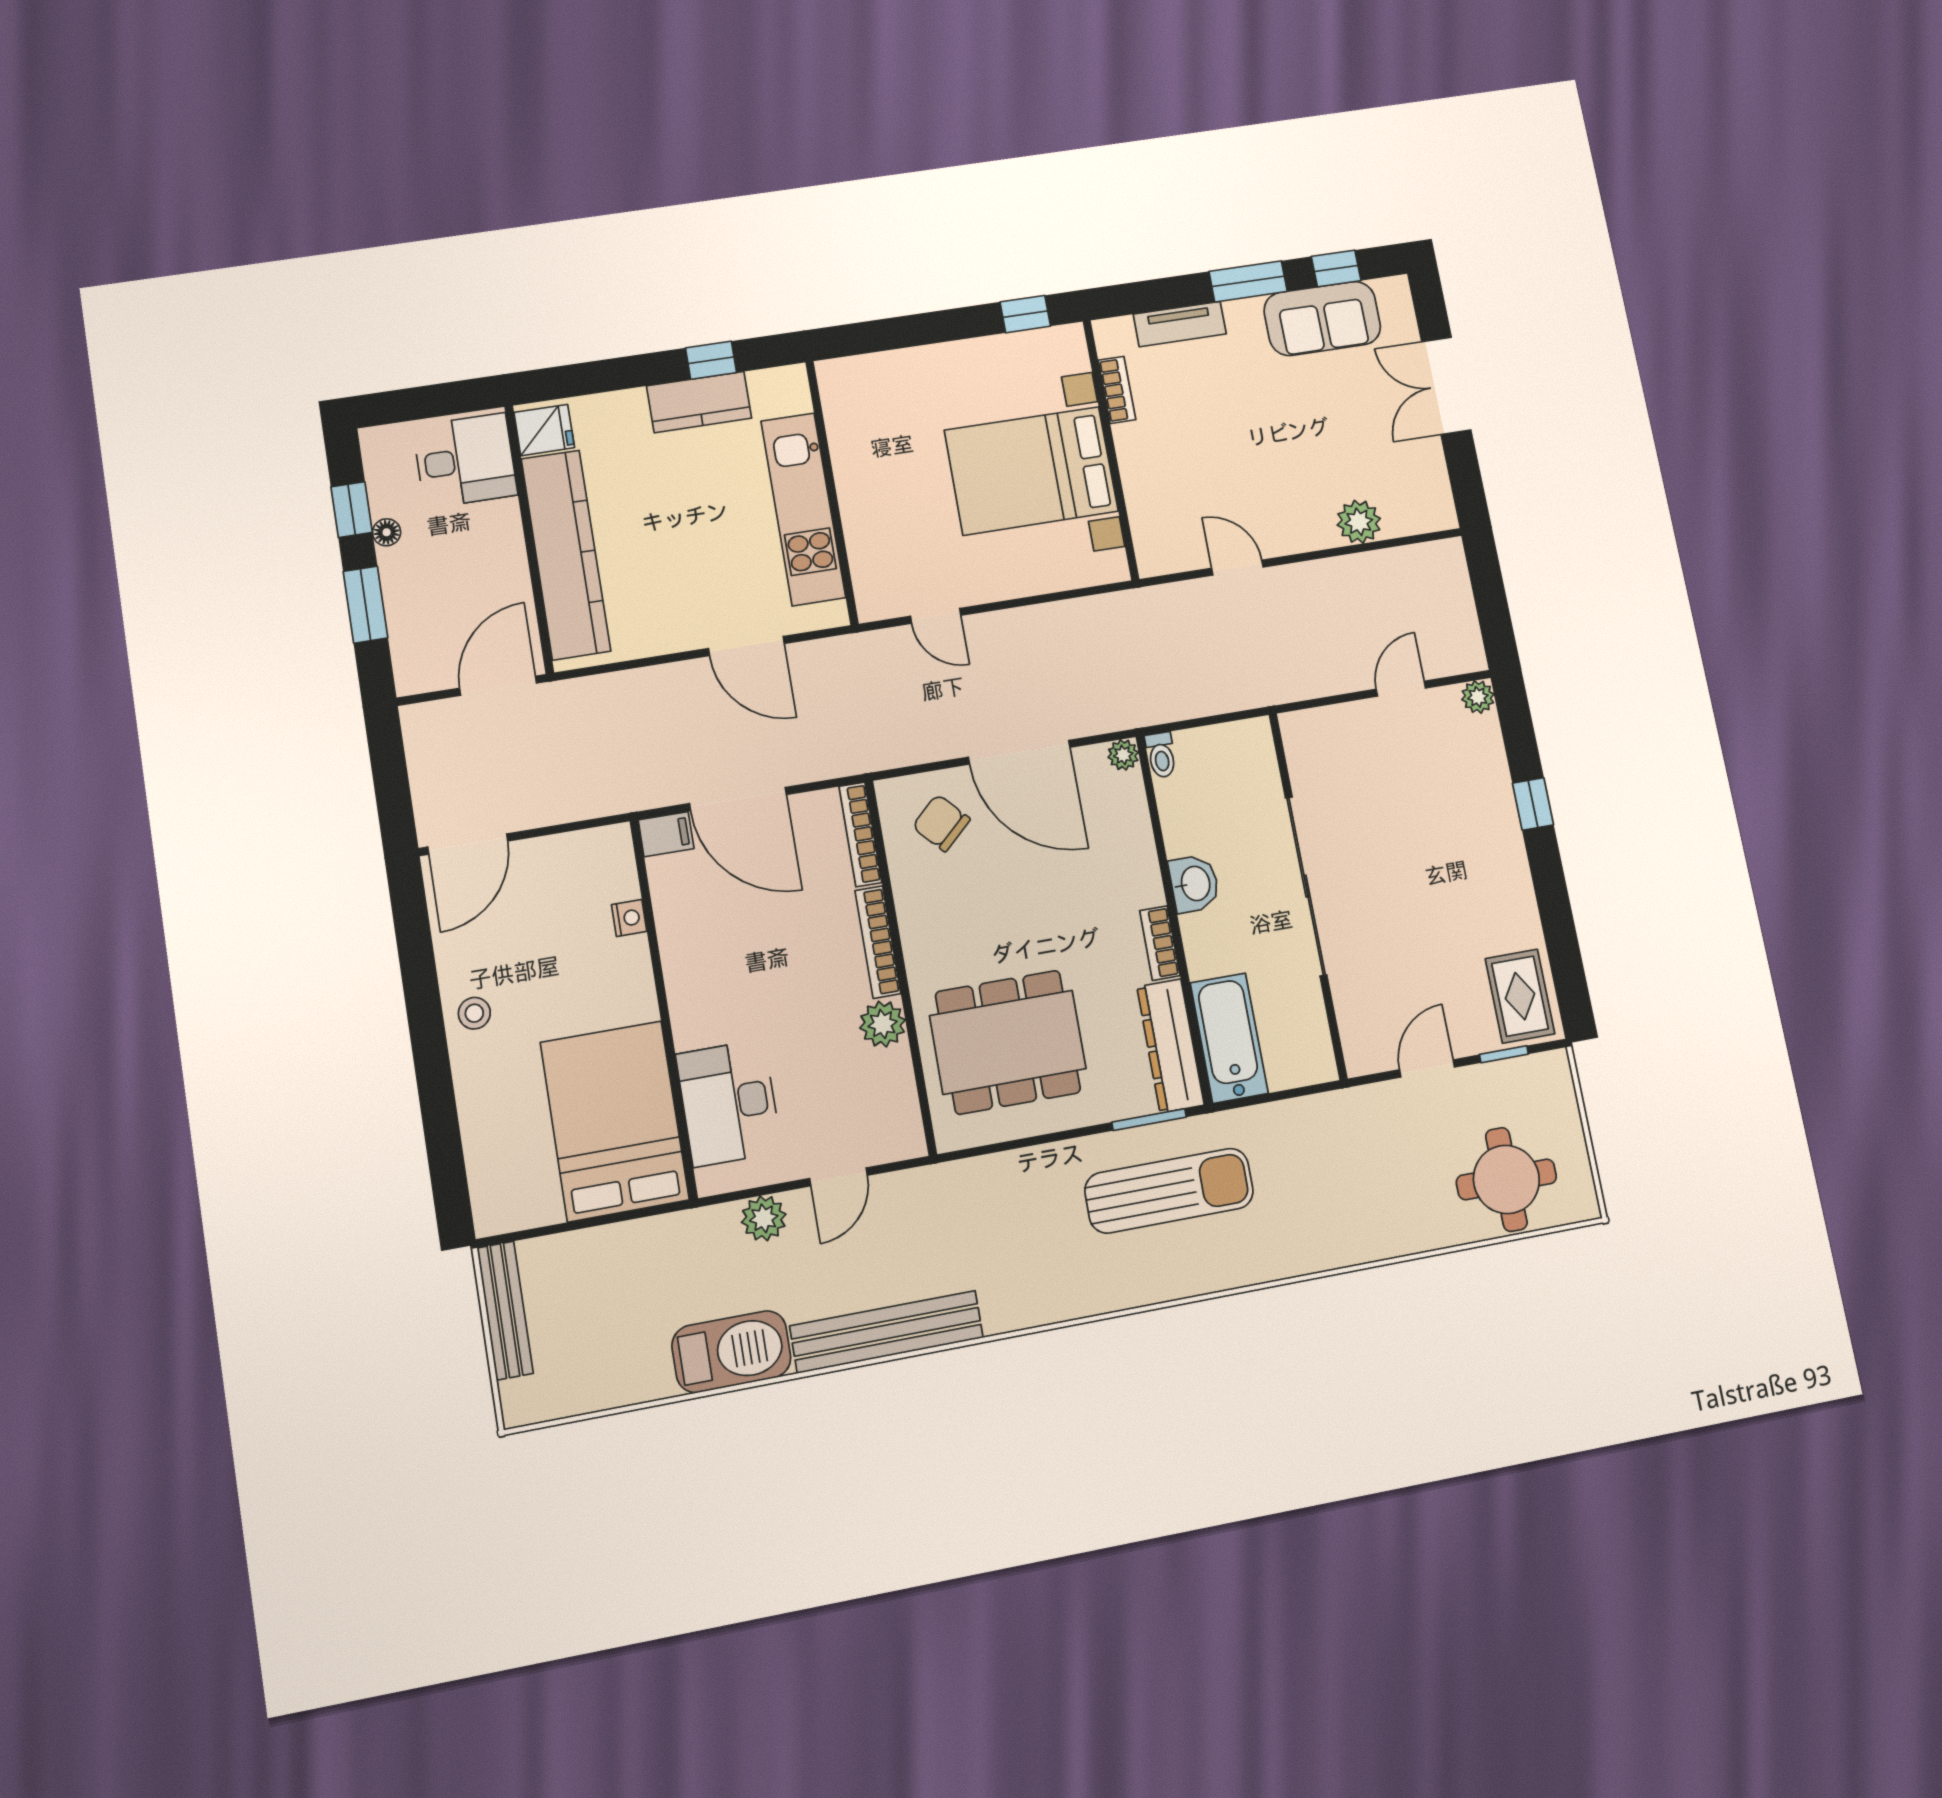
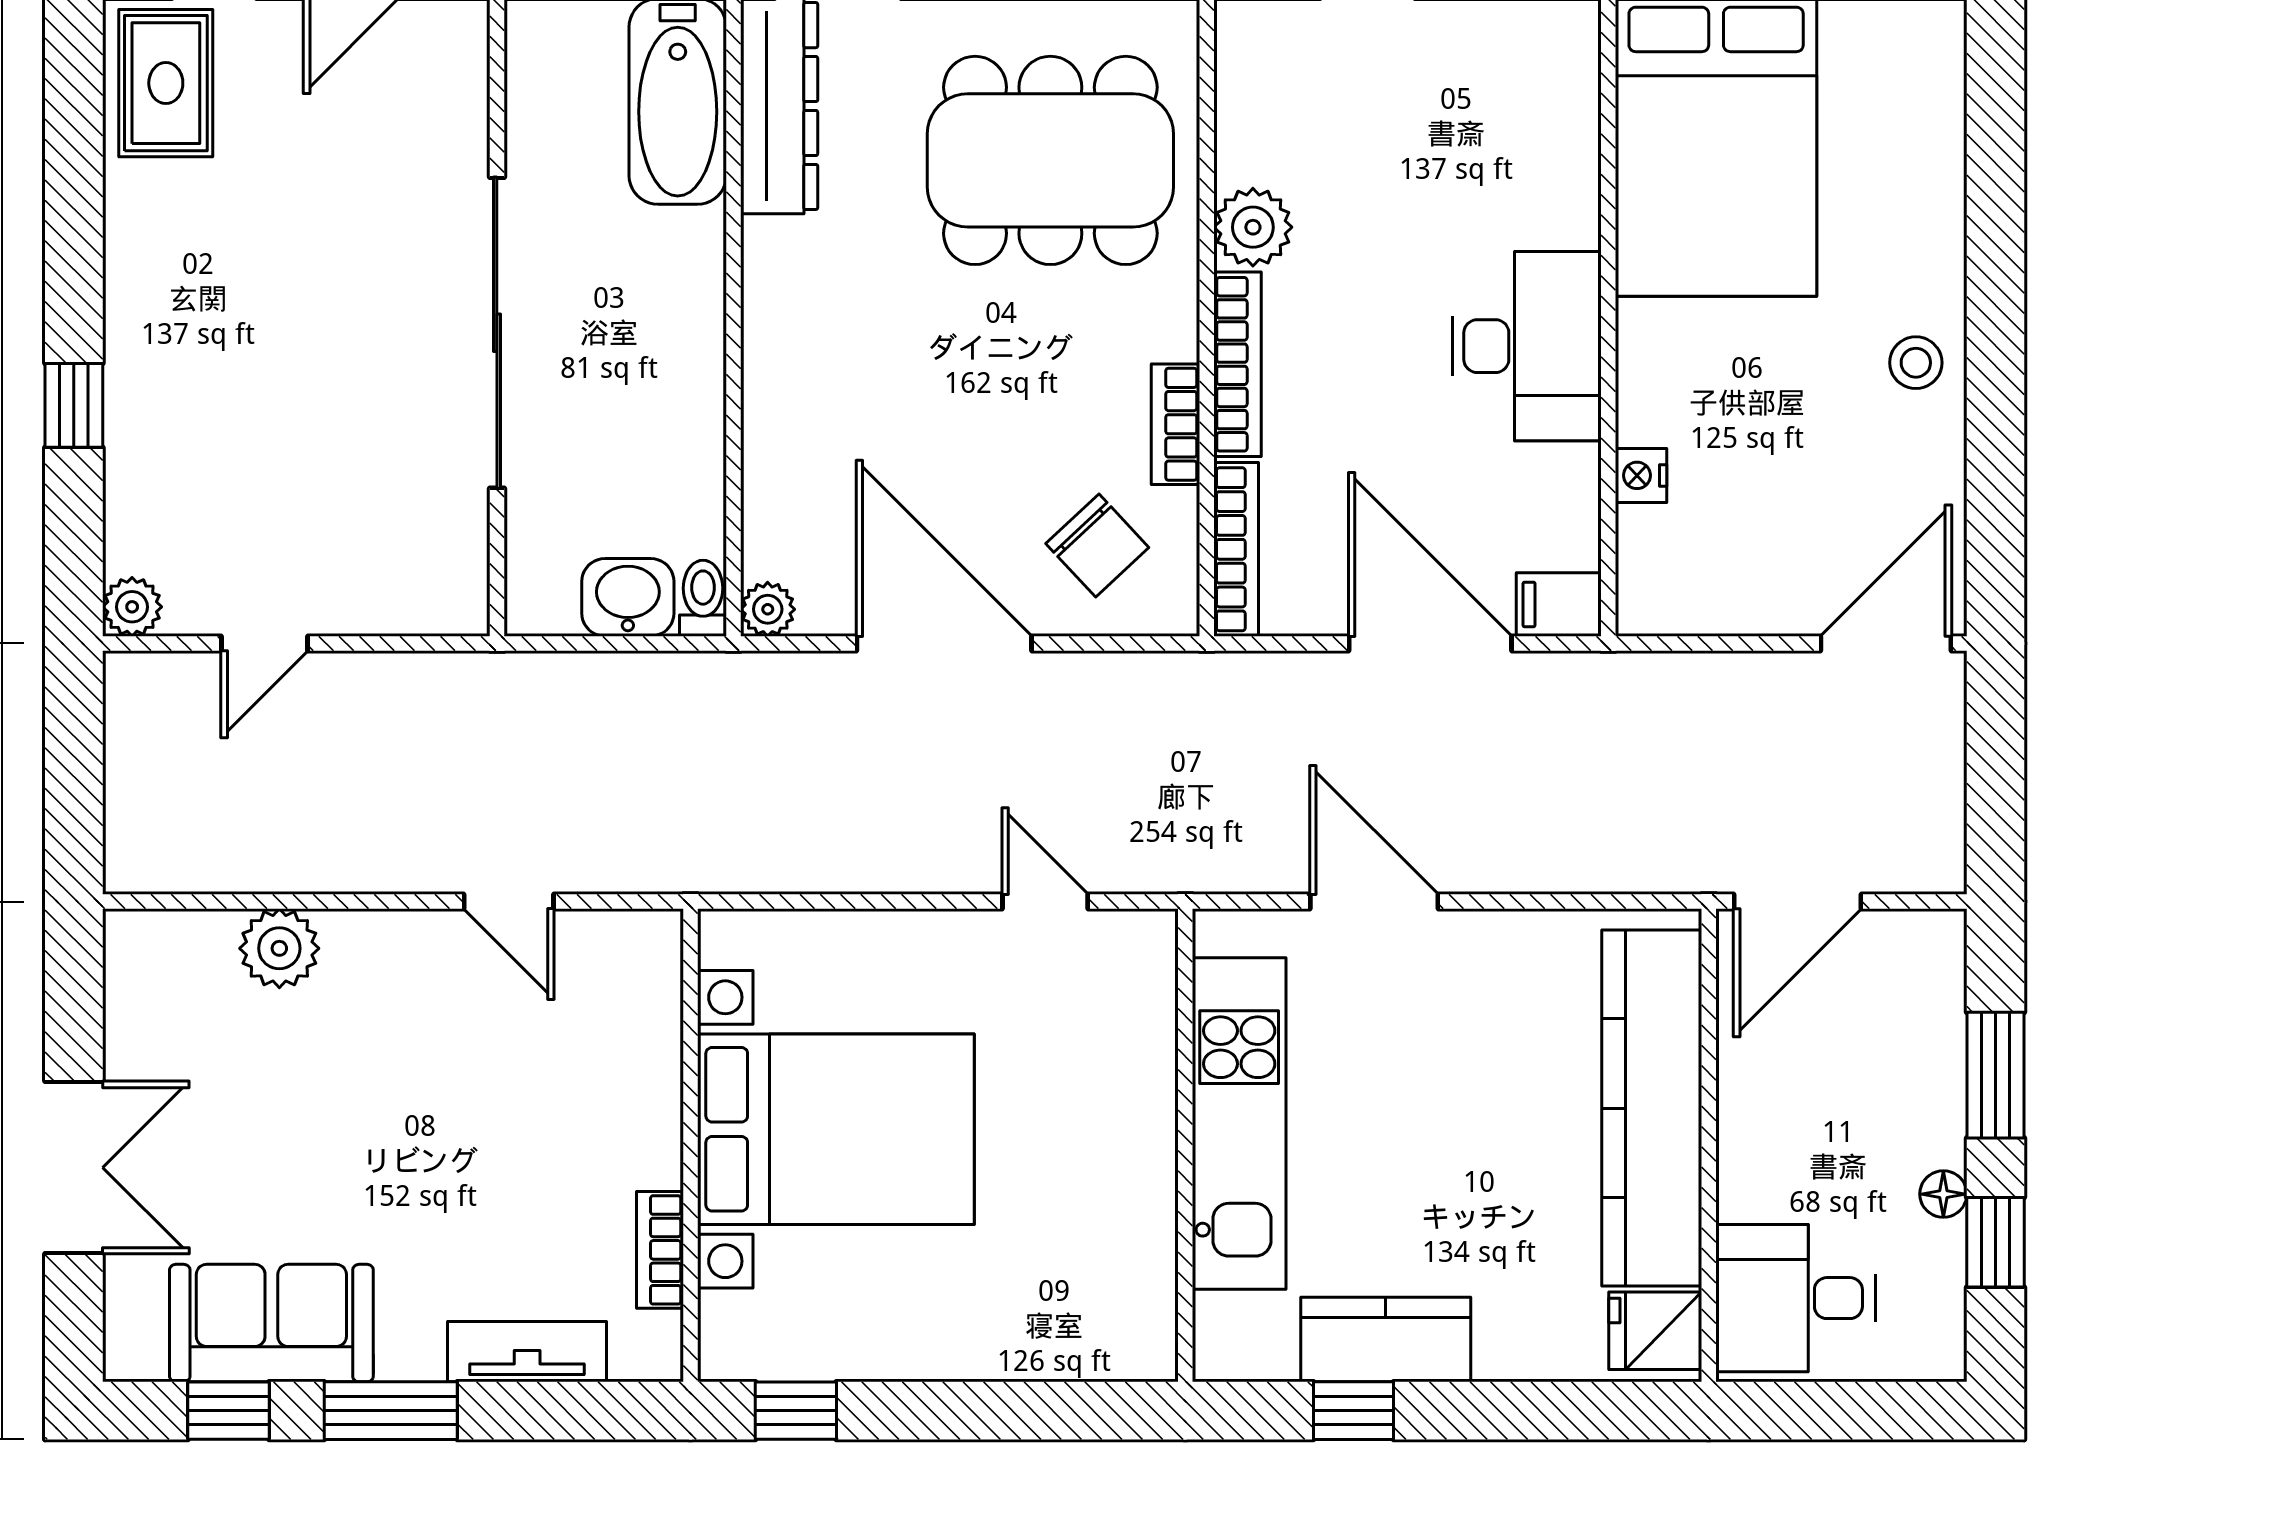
washbasin: (1194, 884) -> (628, 597), moved, turned 90
bookcase: (1160, 943) -> (1175, 424), moved, turned 180
desk: (729, 1103) -> (1527, 346), moved

